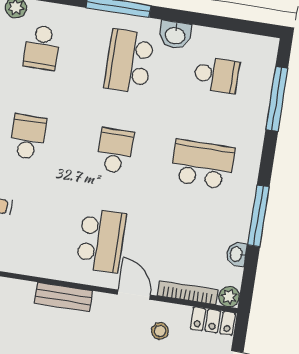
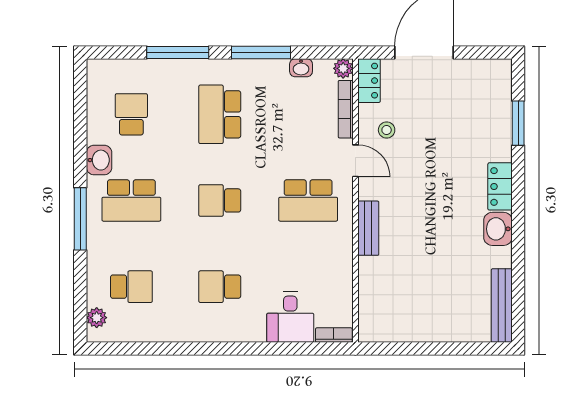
window: (277, 99) -> (178, 53), moved
school desk: (101, 240) -> (308, 200), turned 180
door: (134, 295) -> (355, 161), swing flipped

